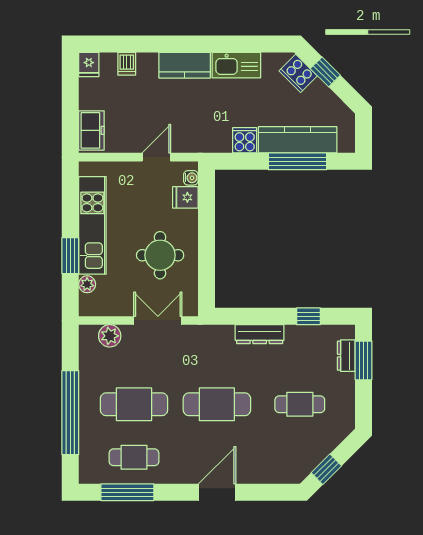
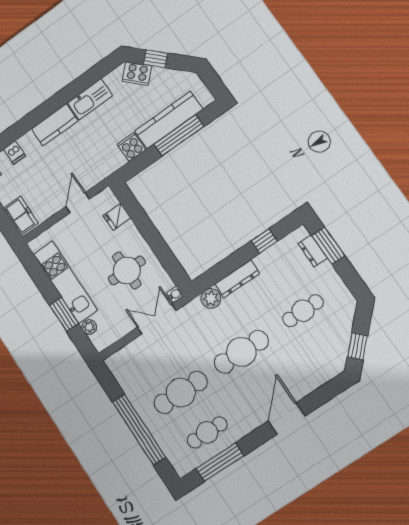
water cooler: (191, 178) -> (175, 294), moved
plant: (110, 336) -> (211, 298), moved

